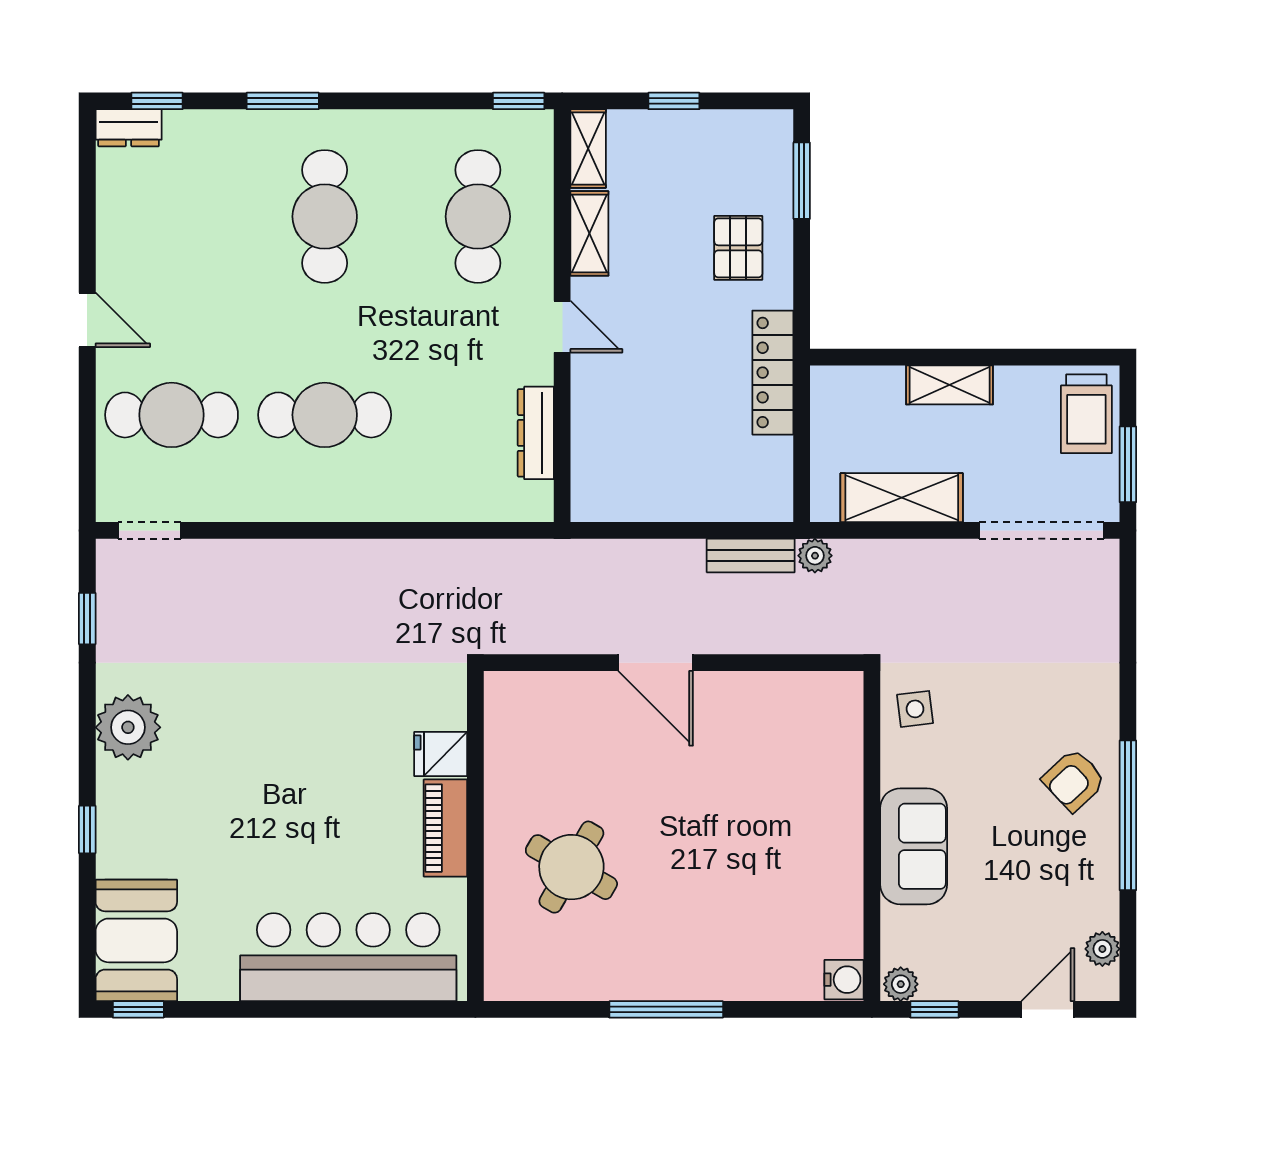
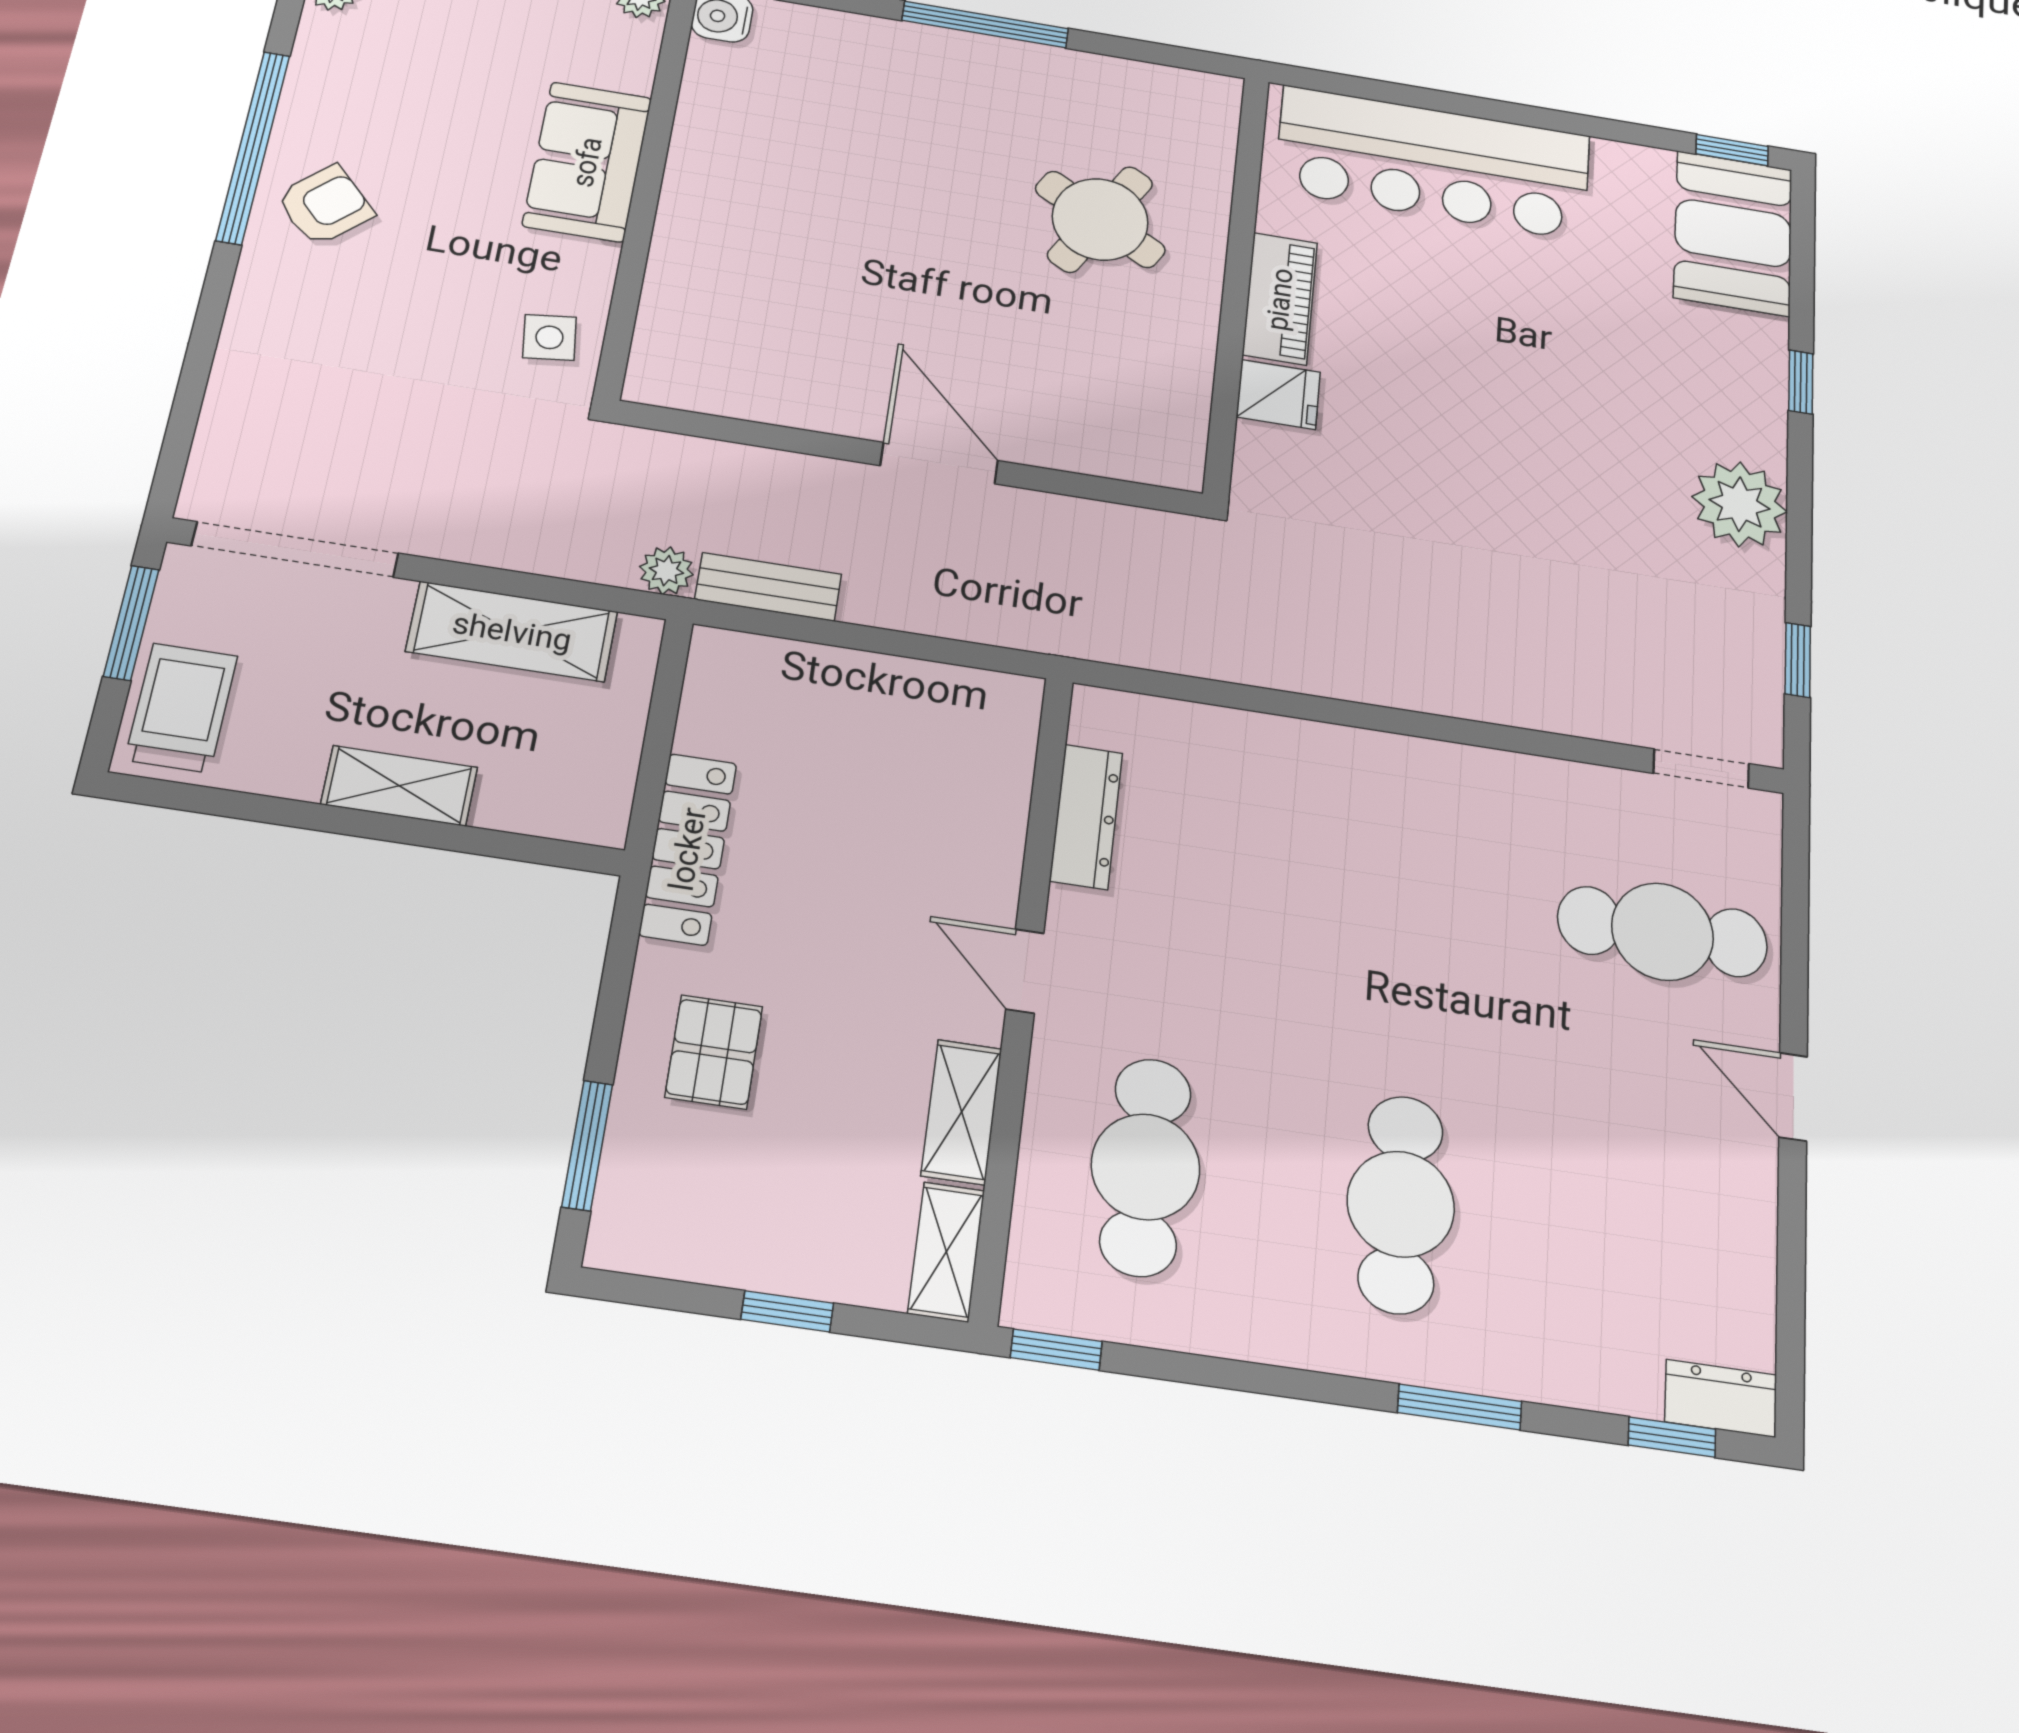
cafe table: (325, 415) -> (1420, 895), removed

